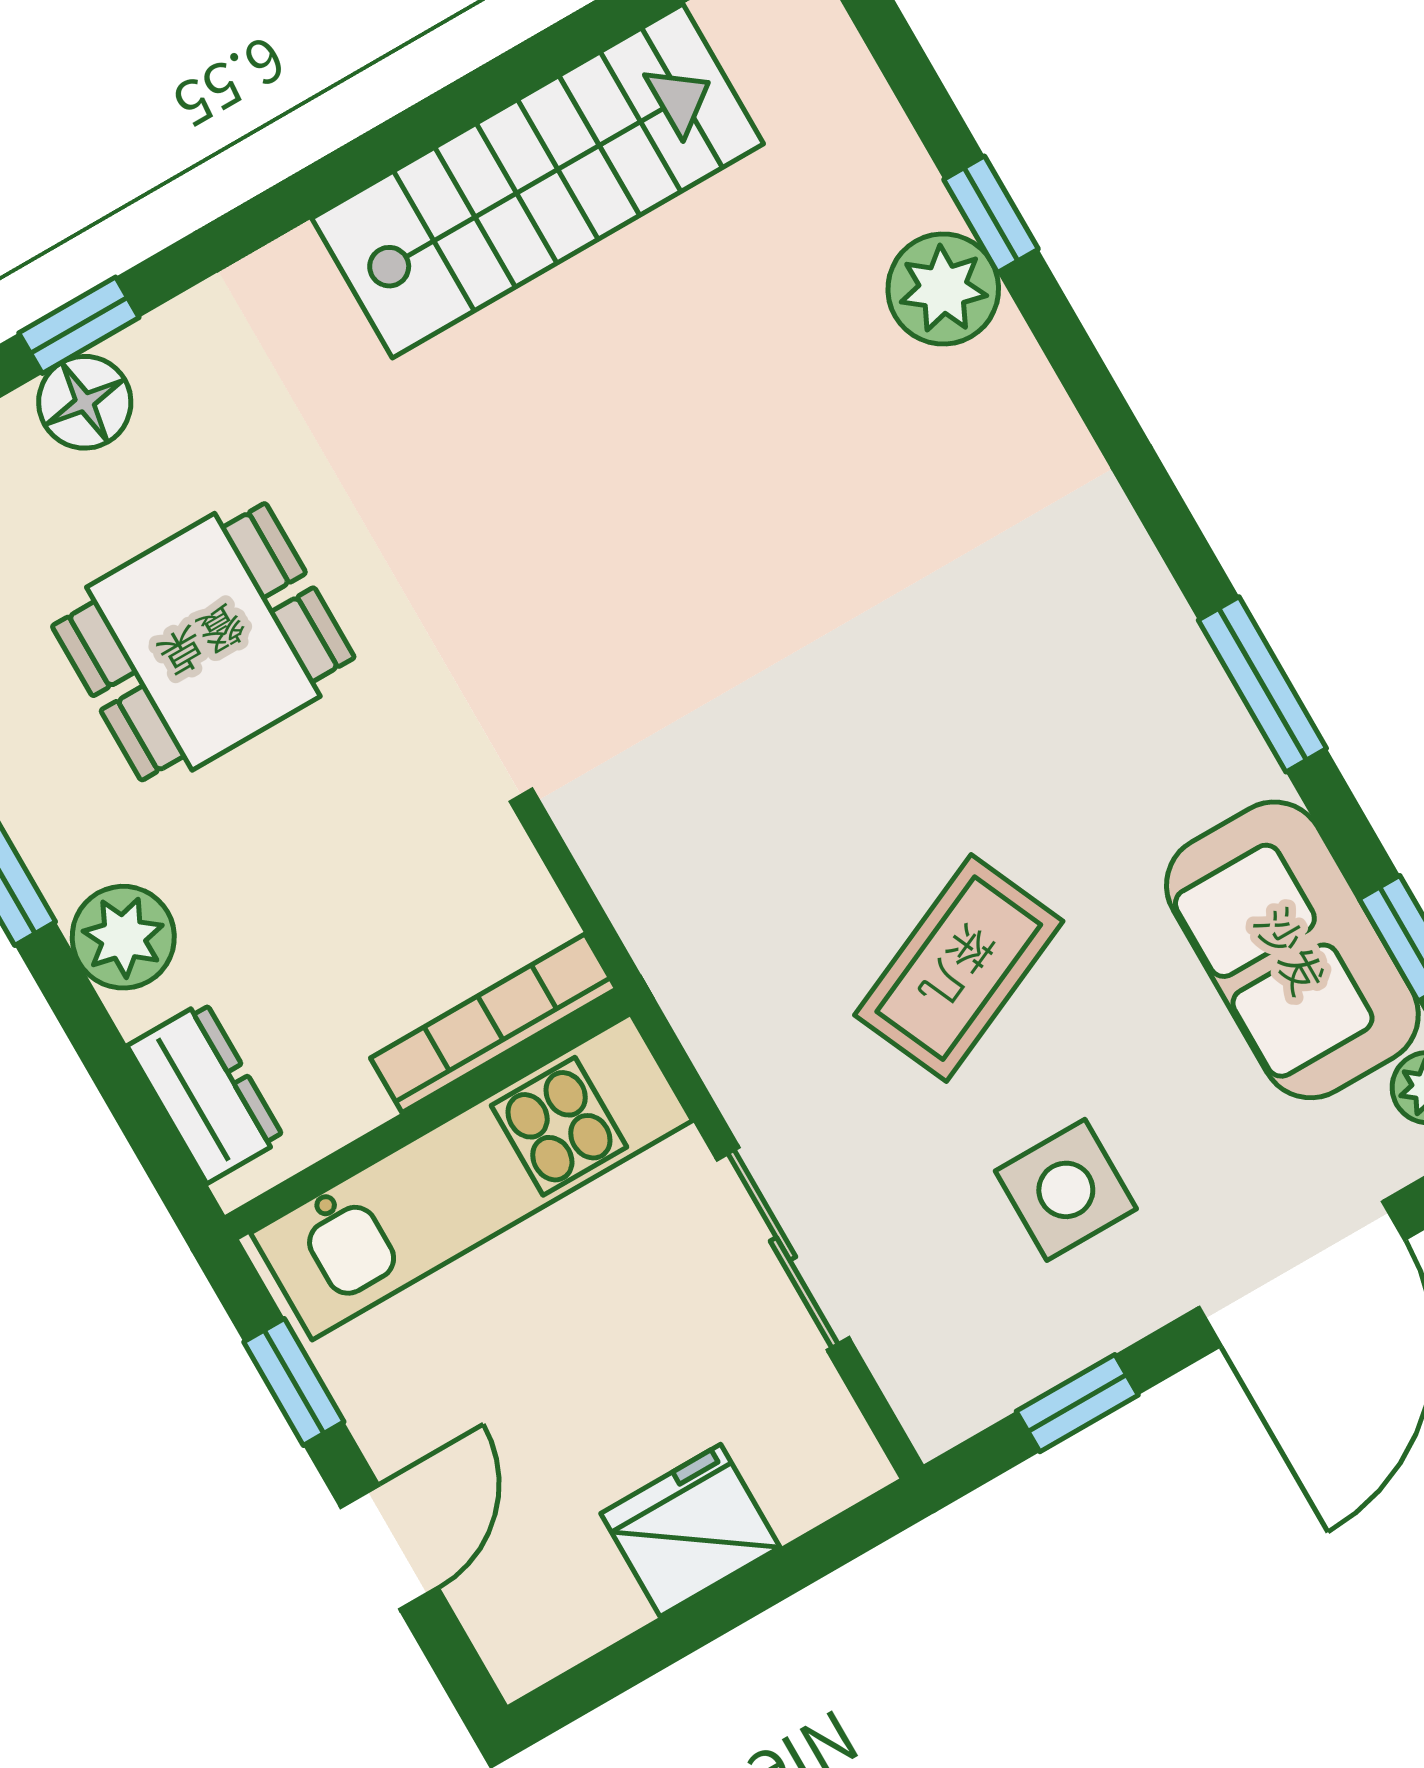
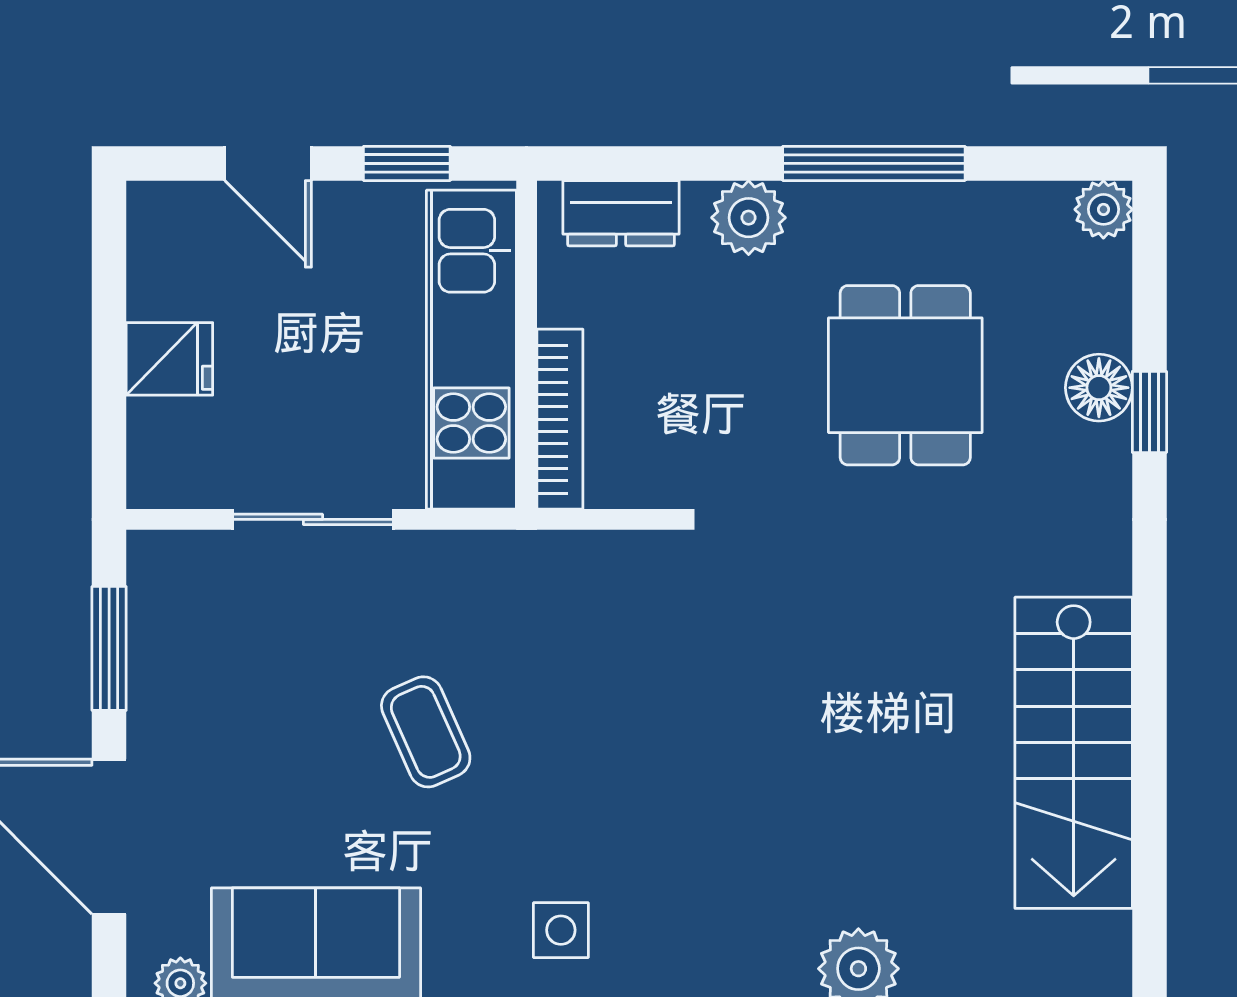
coffee table: (959, 968) -> (426, 732), width x0.73, depth x0.77
side table: (1066, 1190) -> (561, 930), moved, width x0.73, depth x0.73
window: (1077, 1403) -> (109, 648), width x1.50
fridge: (690, 1530) -> (169, 359), width x0.72

